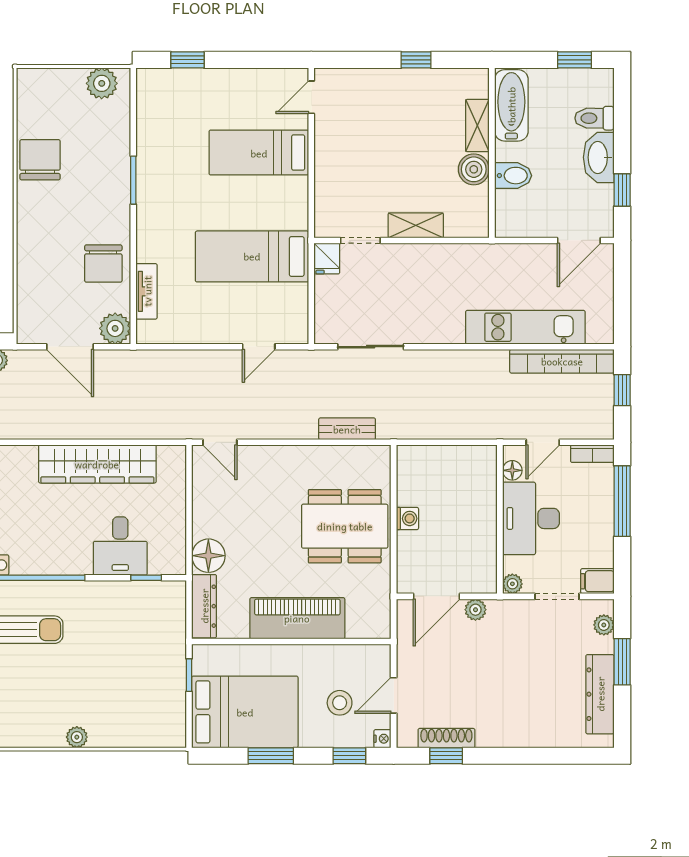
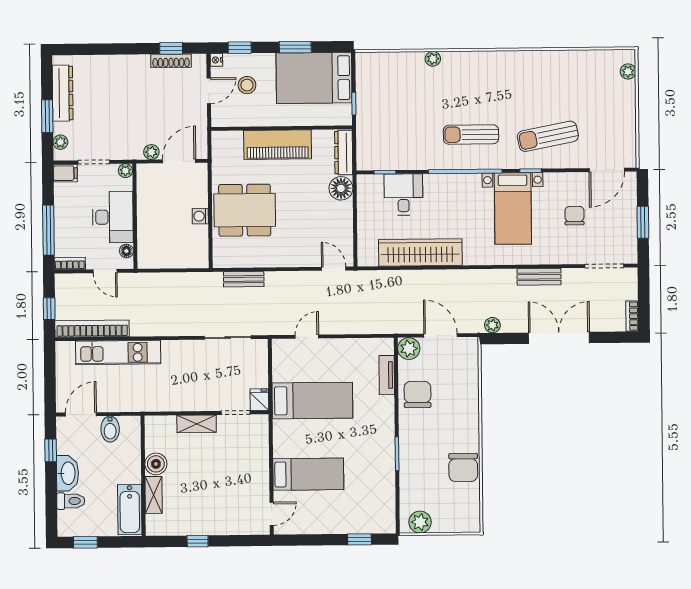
bidet: (513, 176) -> (110, 429), moved, turned -90
door: (543, 442) -> (105, 271), swing flipped

